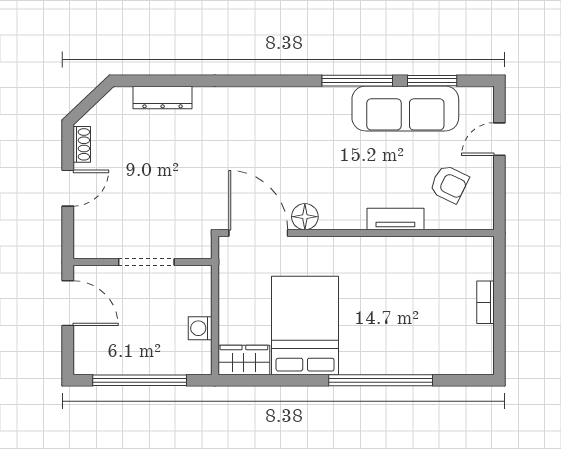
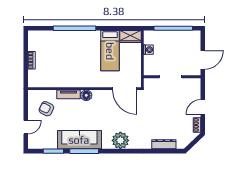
plant: (268, 107) -> (120, 140), added
sofa: (405, 108) -> (79, 140), moved
floor lamp: (305, 217) -> (86, 95), moved
door: (68, 303) -> (203, 60), swing flipped
bed: (305, 326) -> (110, 51), width x0.67

